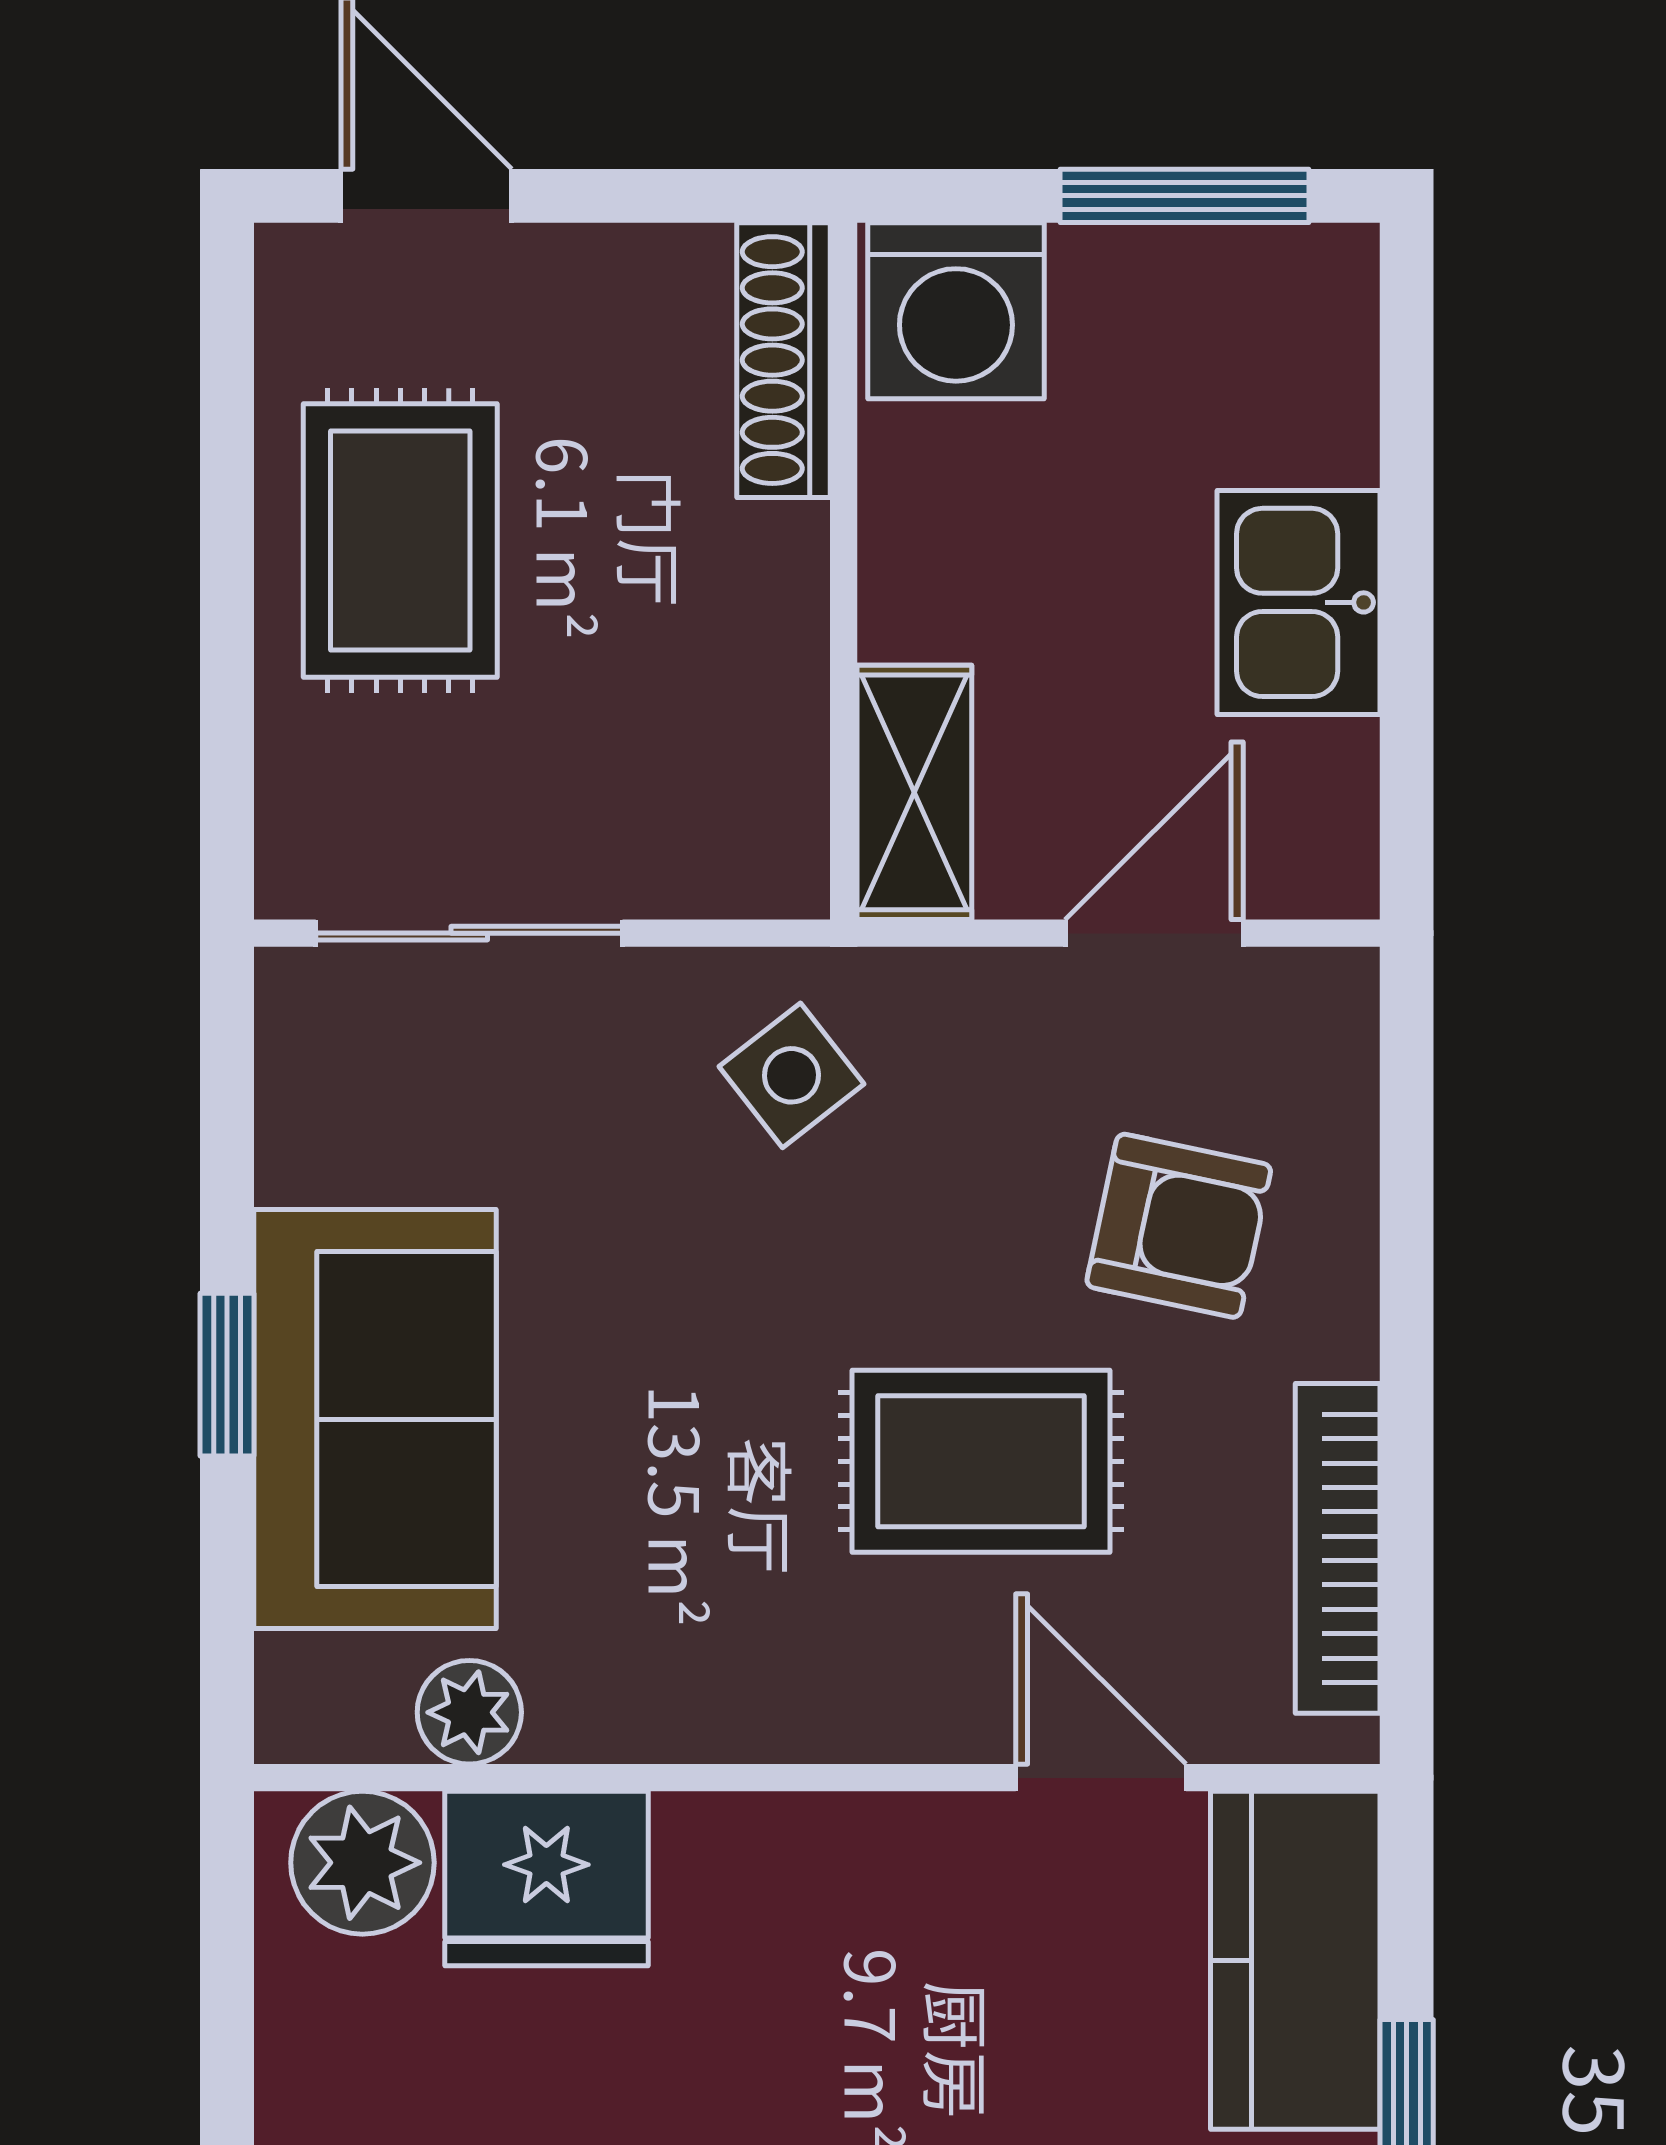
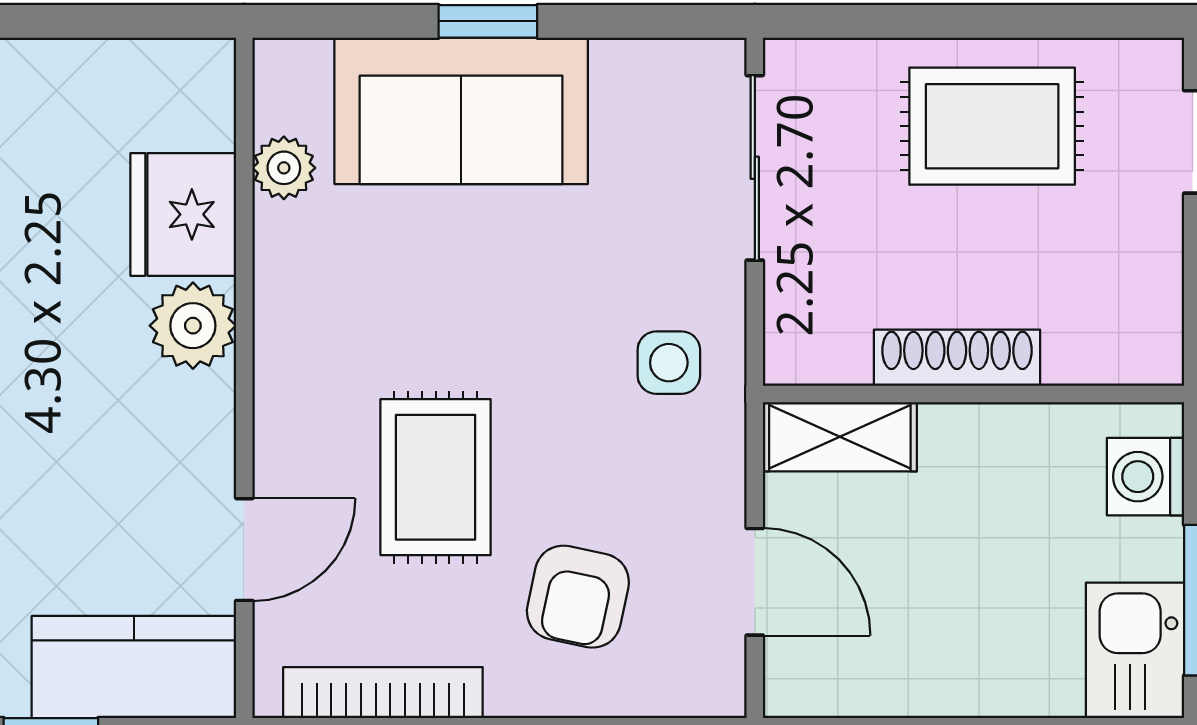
washing machine: (956, 311) -> (1145, 477), width x0.73, depth x0.73
shoe rack: (783, 360) -> (957, 358), moved
kitchen sink: (1299, 602) -> (1135, 650), moved, turned -90
side table: (792, 1075) -> (669, 363), turned 38
plant: (362, 1863) -> (193, 326), moved

